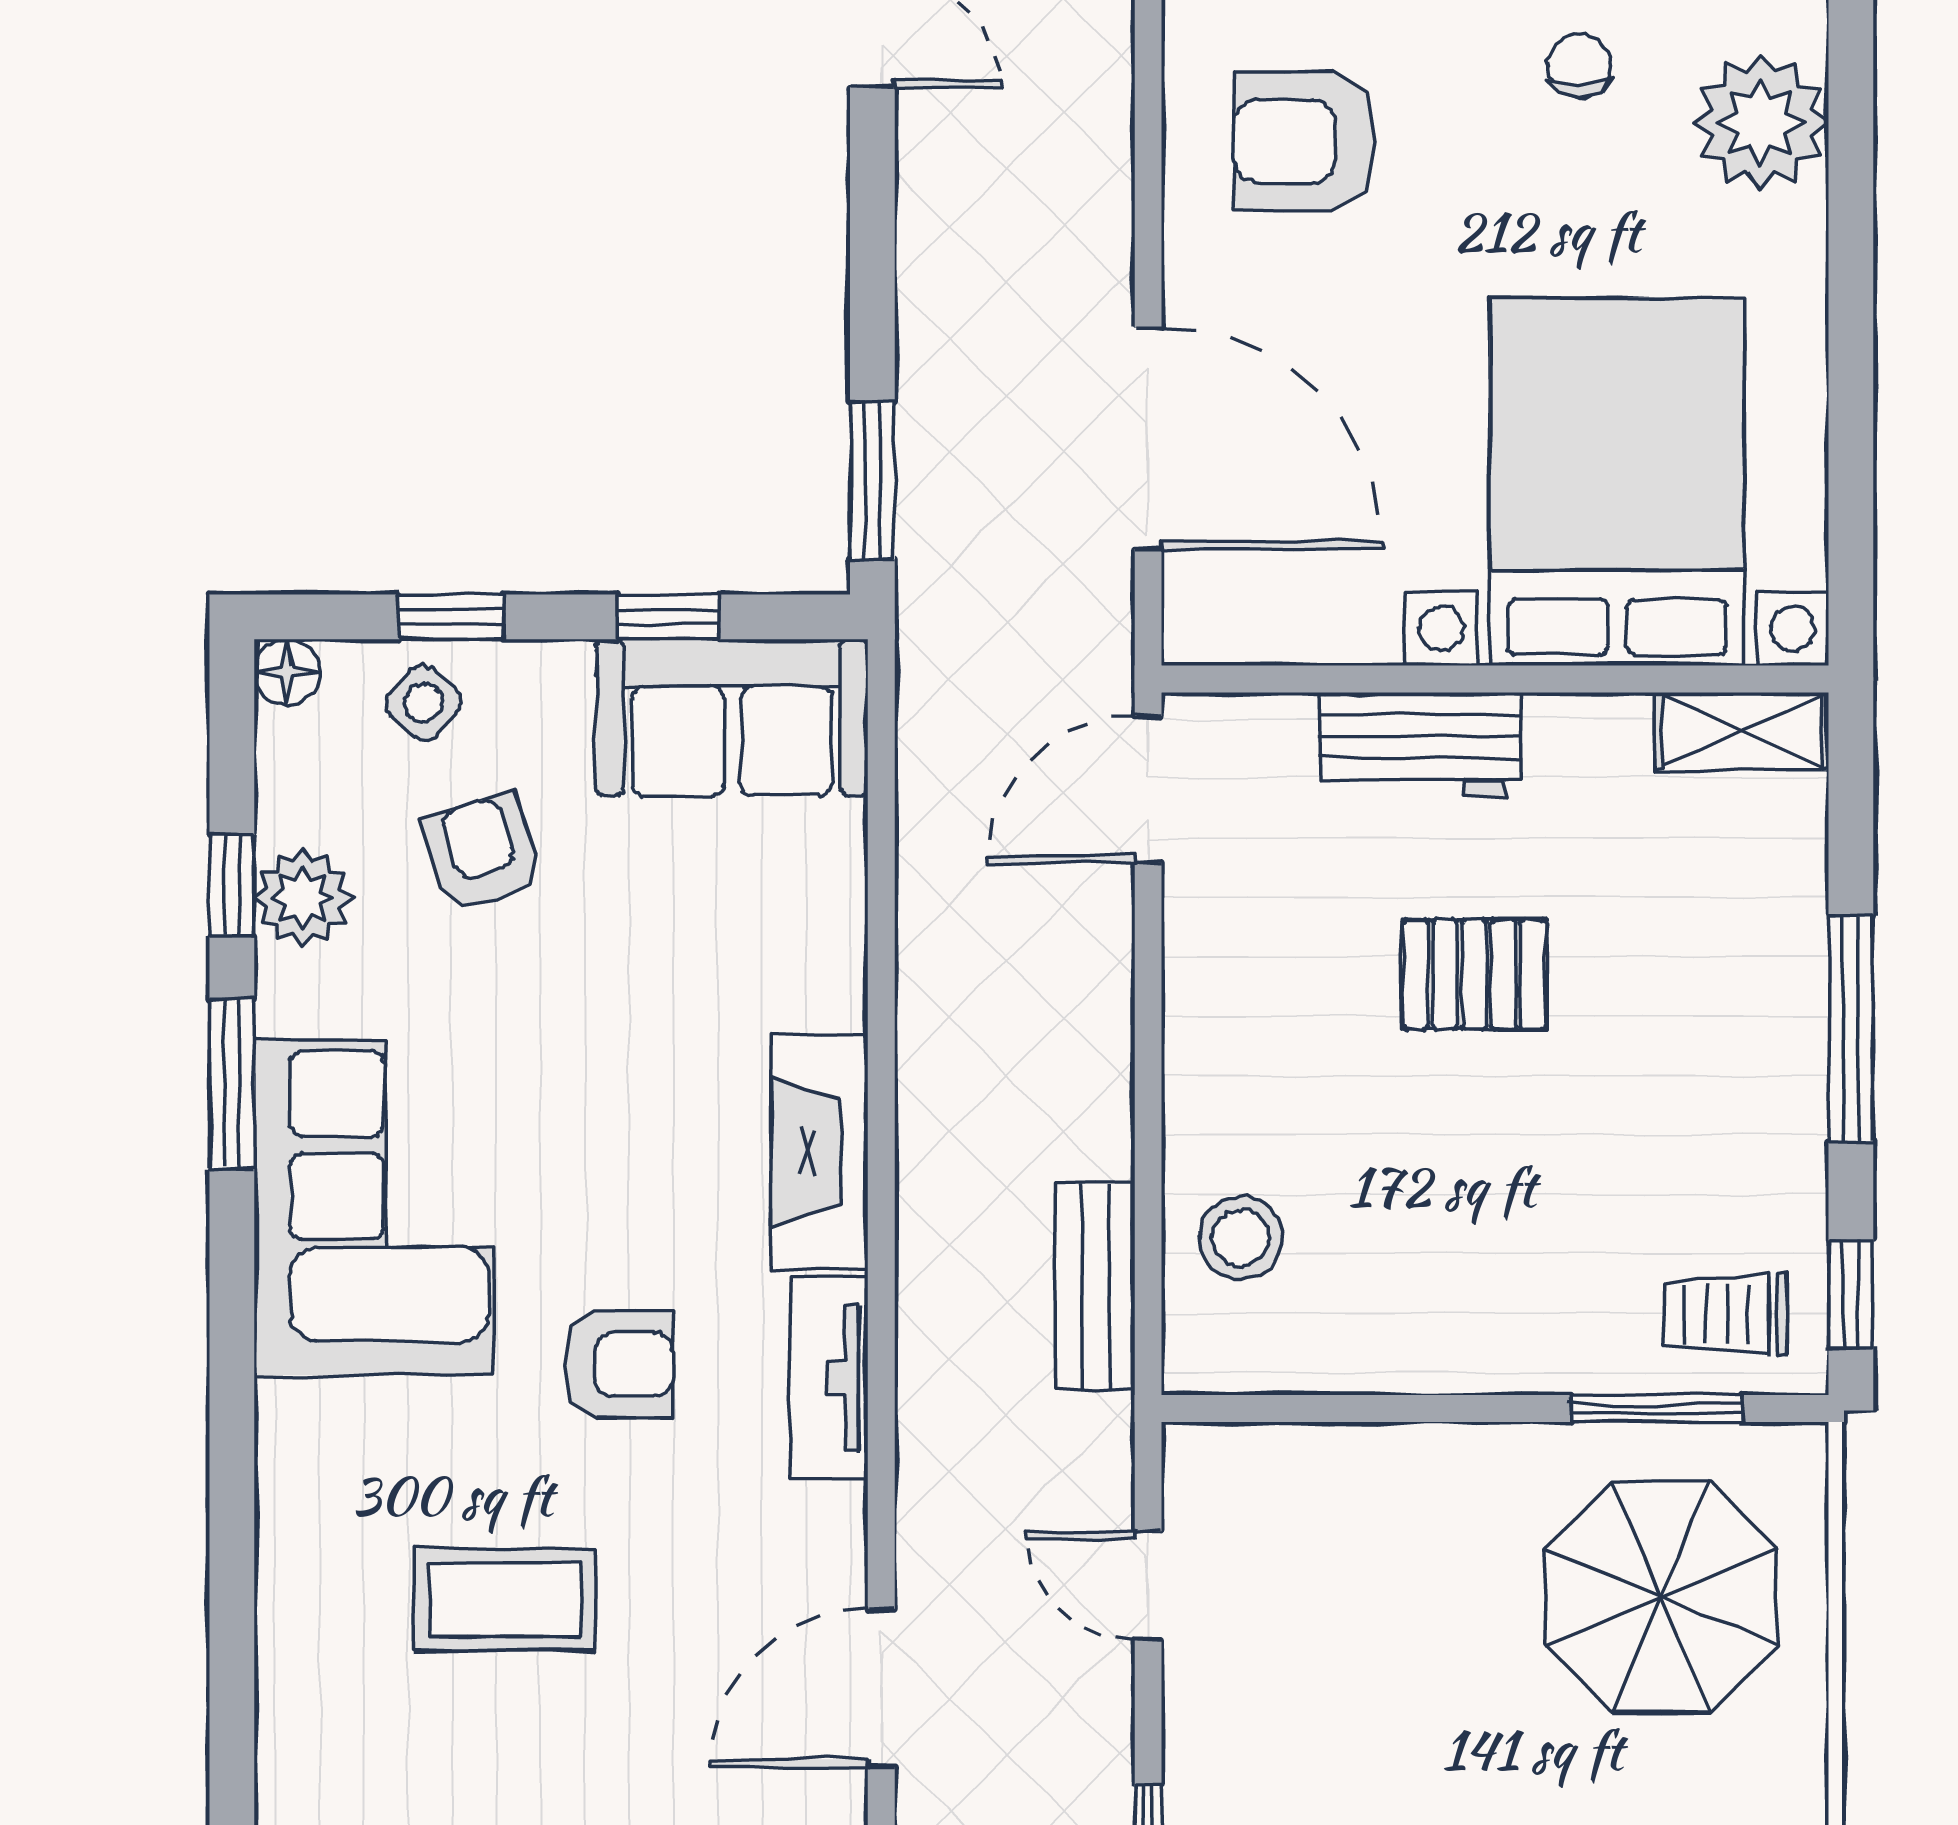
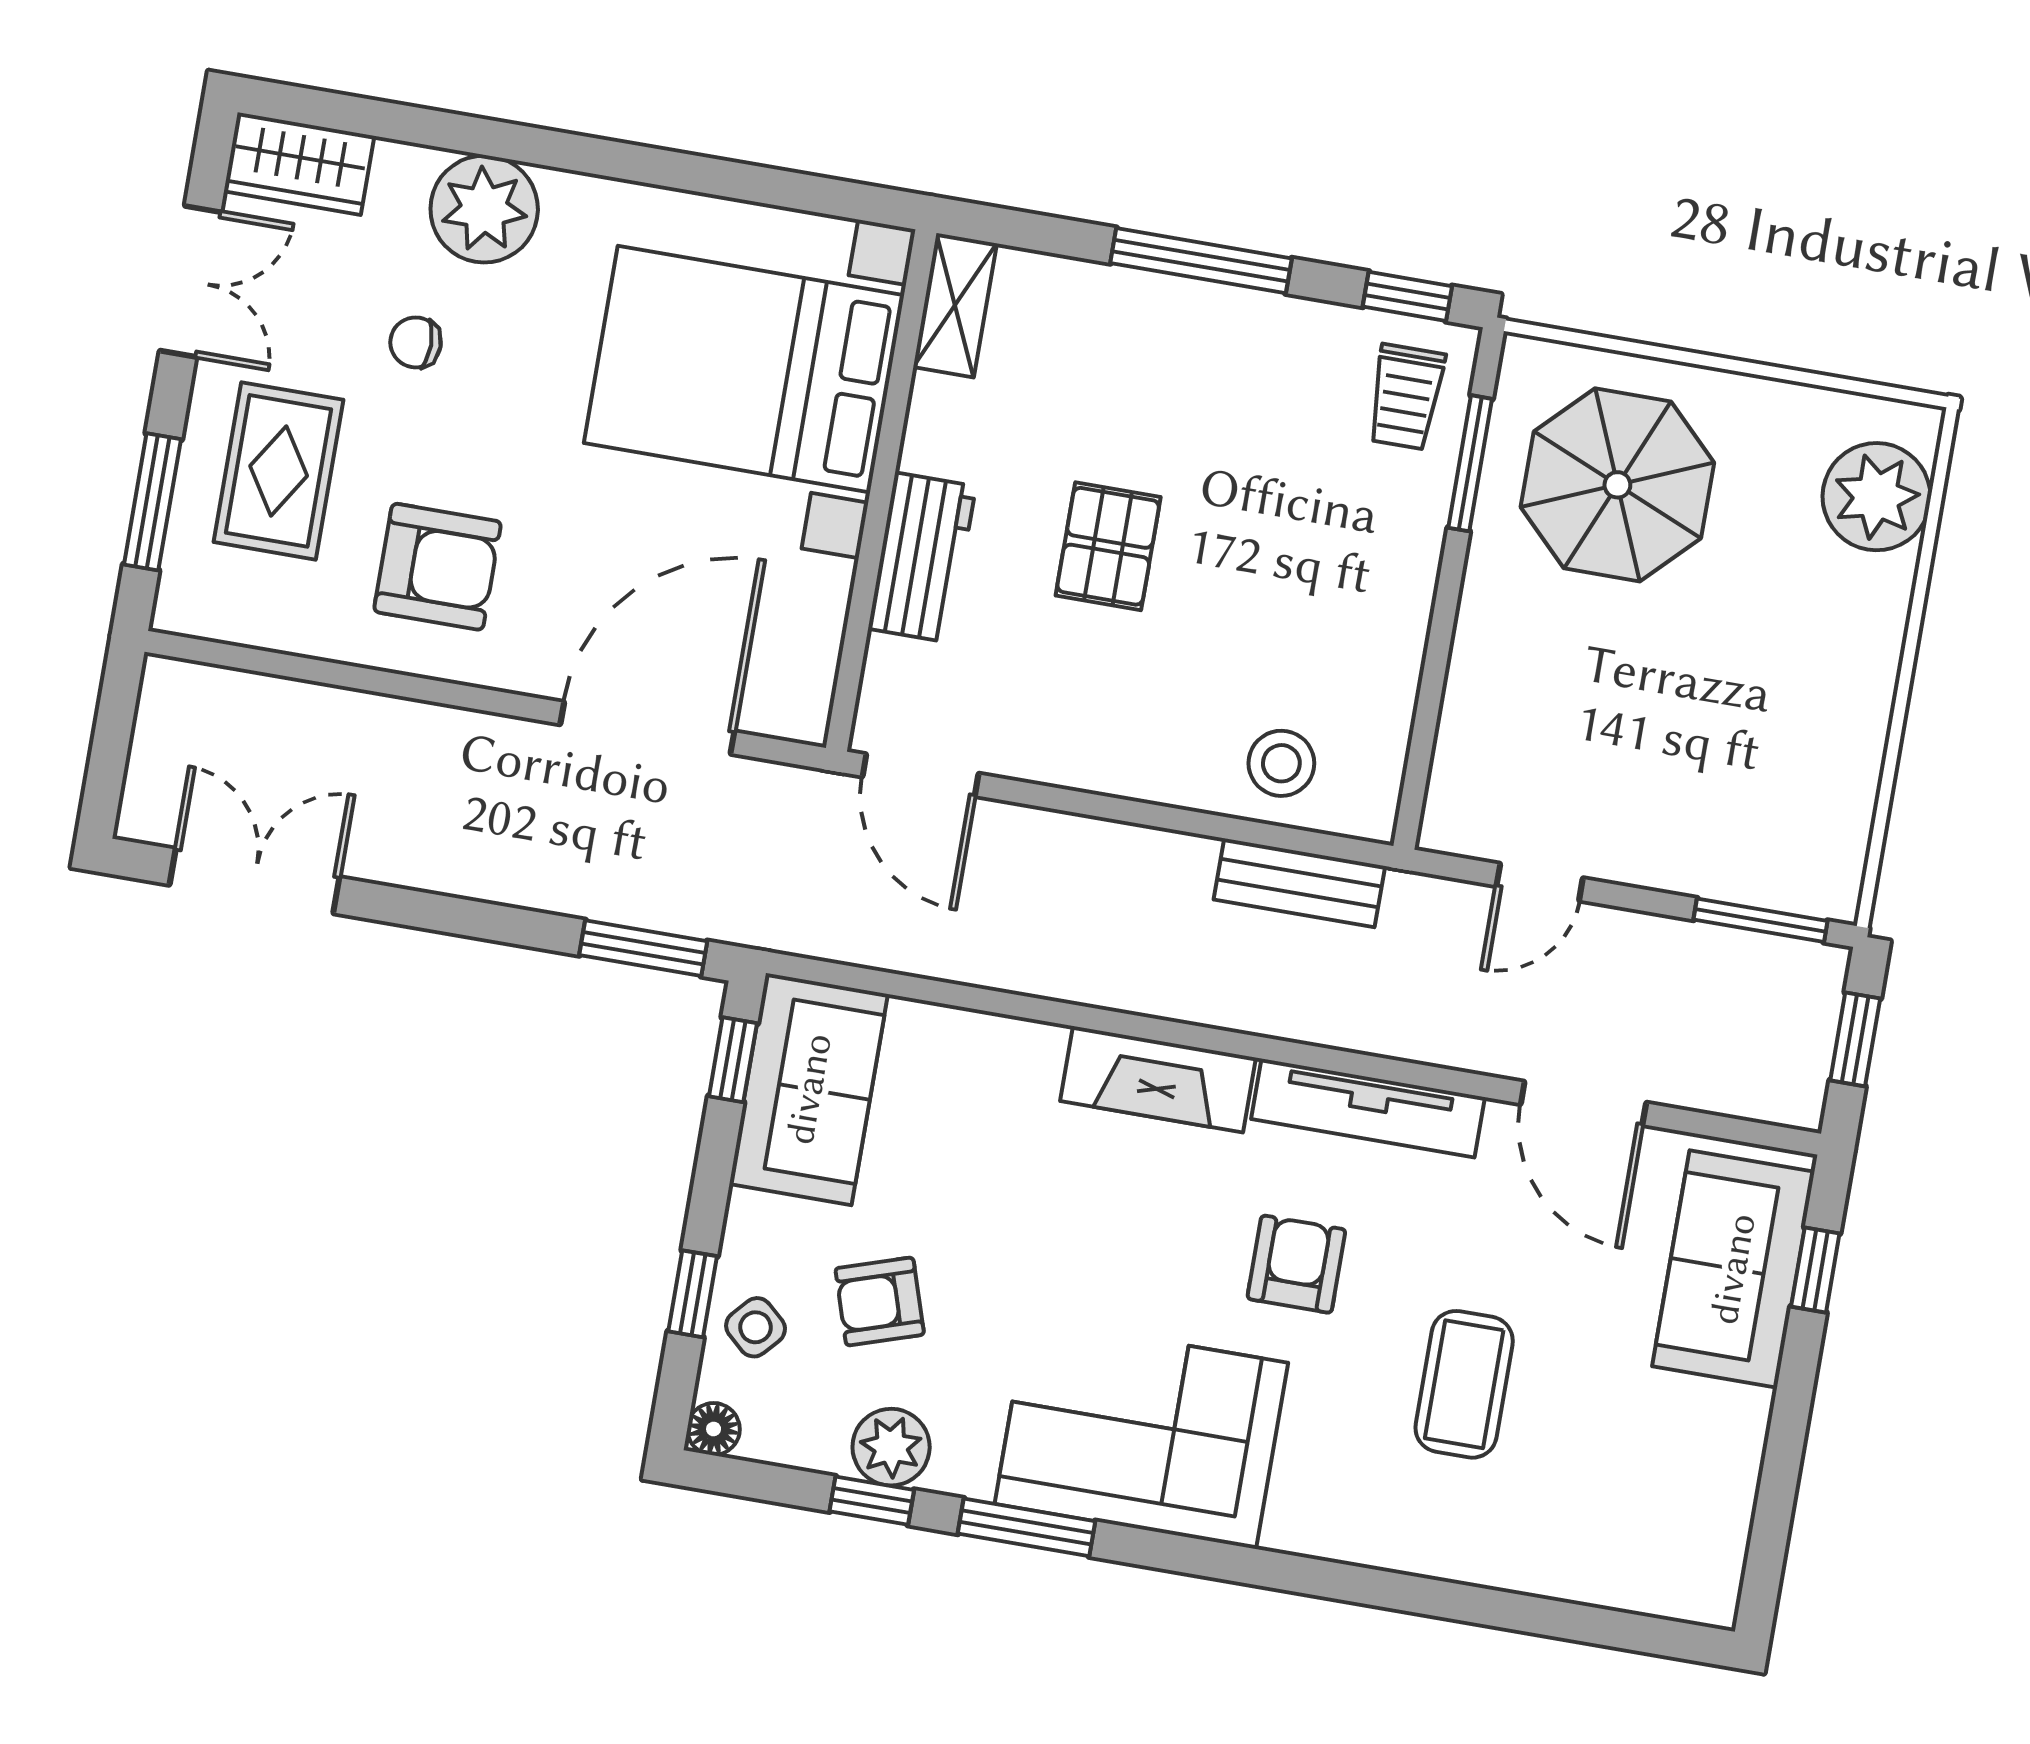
armchair: (1304, 142) -> (438, 567), turned -90
window: (668, 617) -> (733, 1060), moved
tv unit: (829, 1378) -> (1368, 1108), width x1.41

